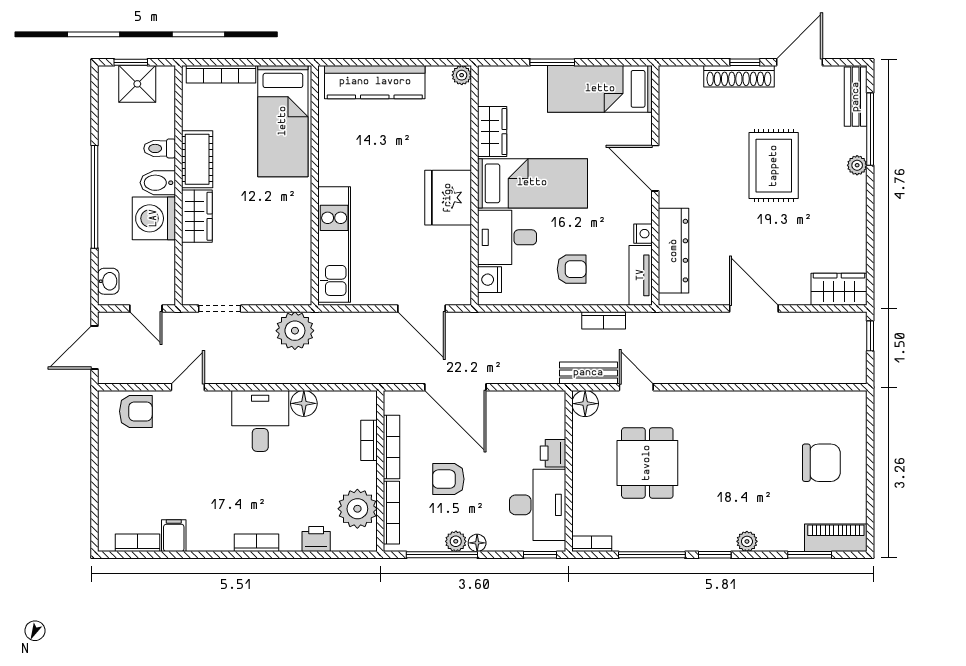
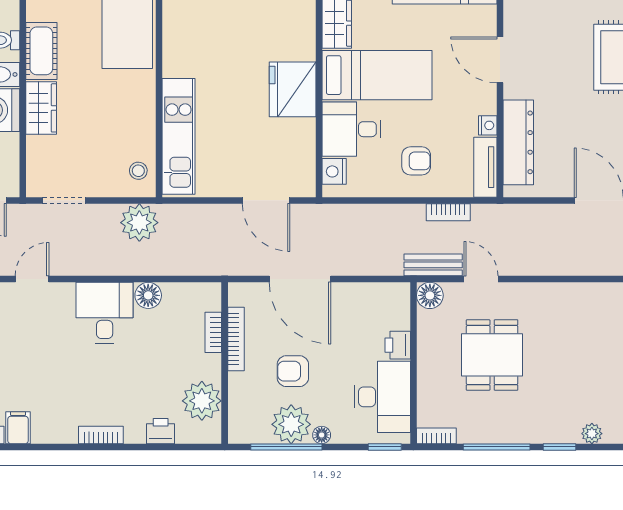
stool: (294, 279) -> (138, 171), added
bookcase: (391, 513) -> (236, 405), removed
plant: (456, 541) -> (291, 424), width x1.88, depth x1.88

